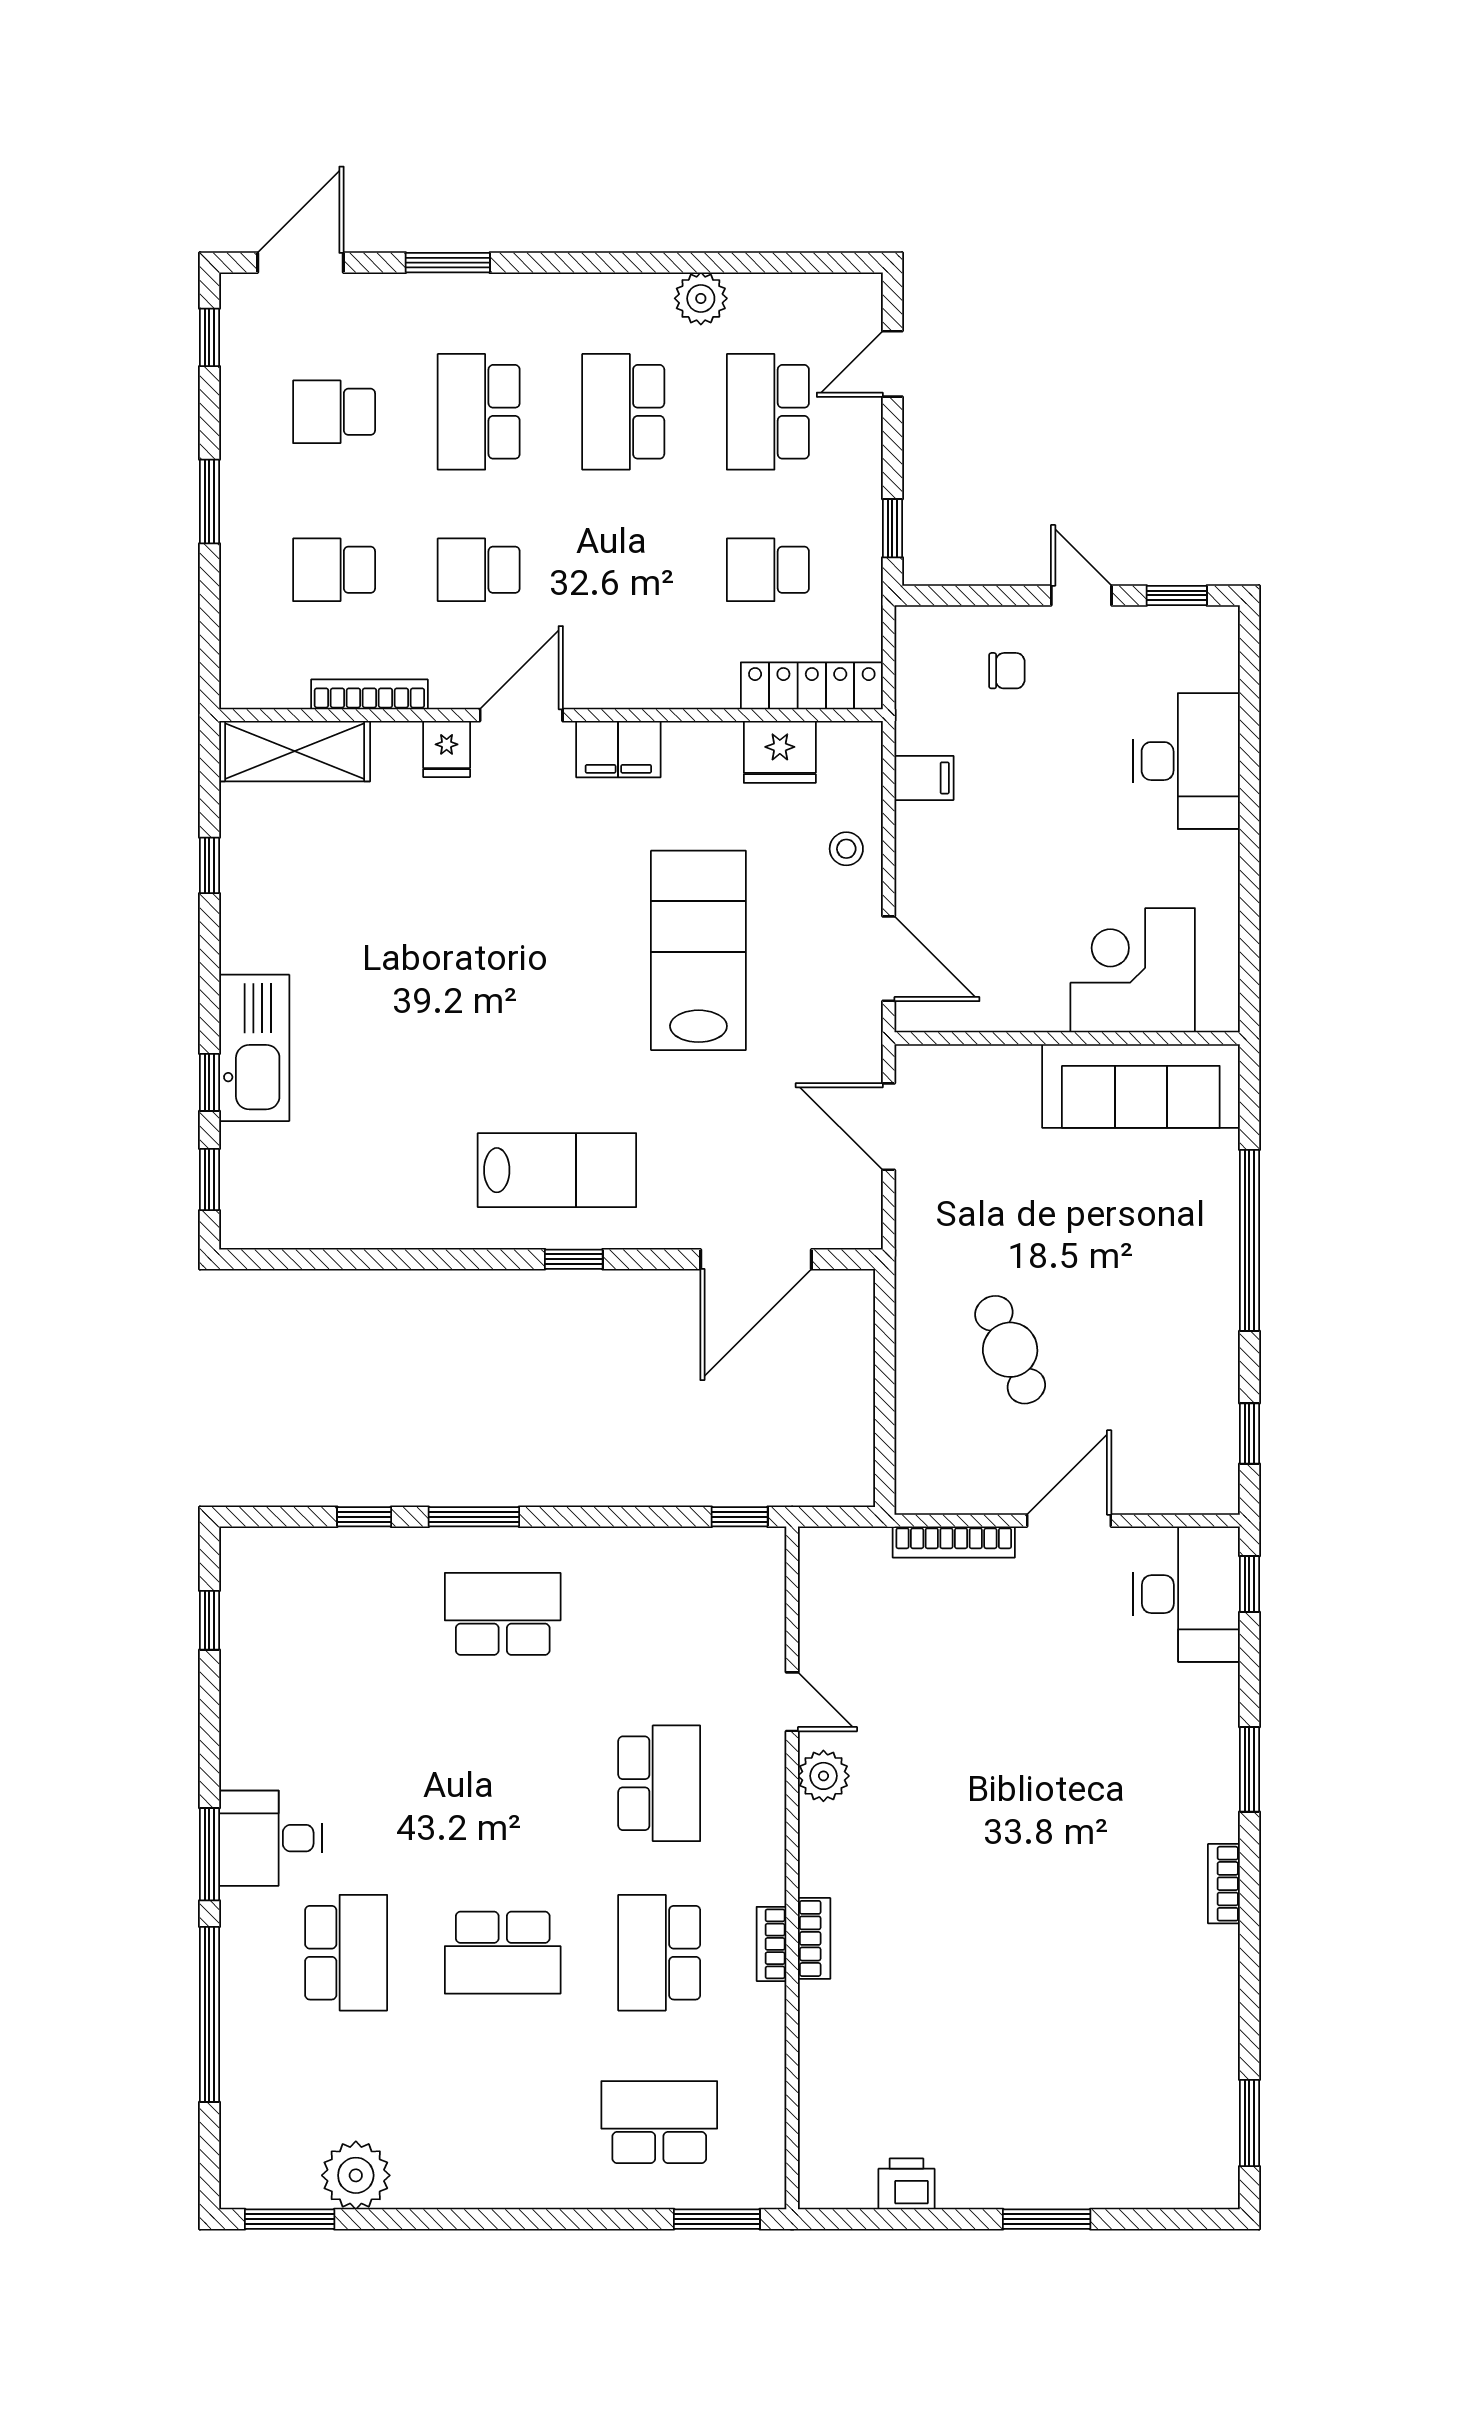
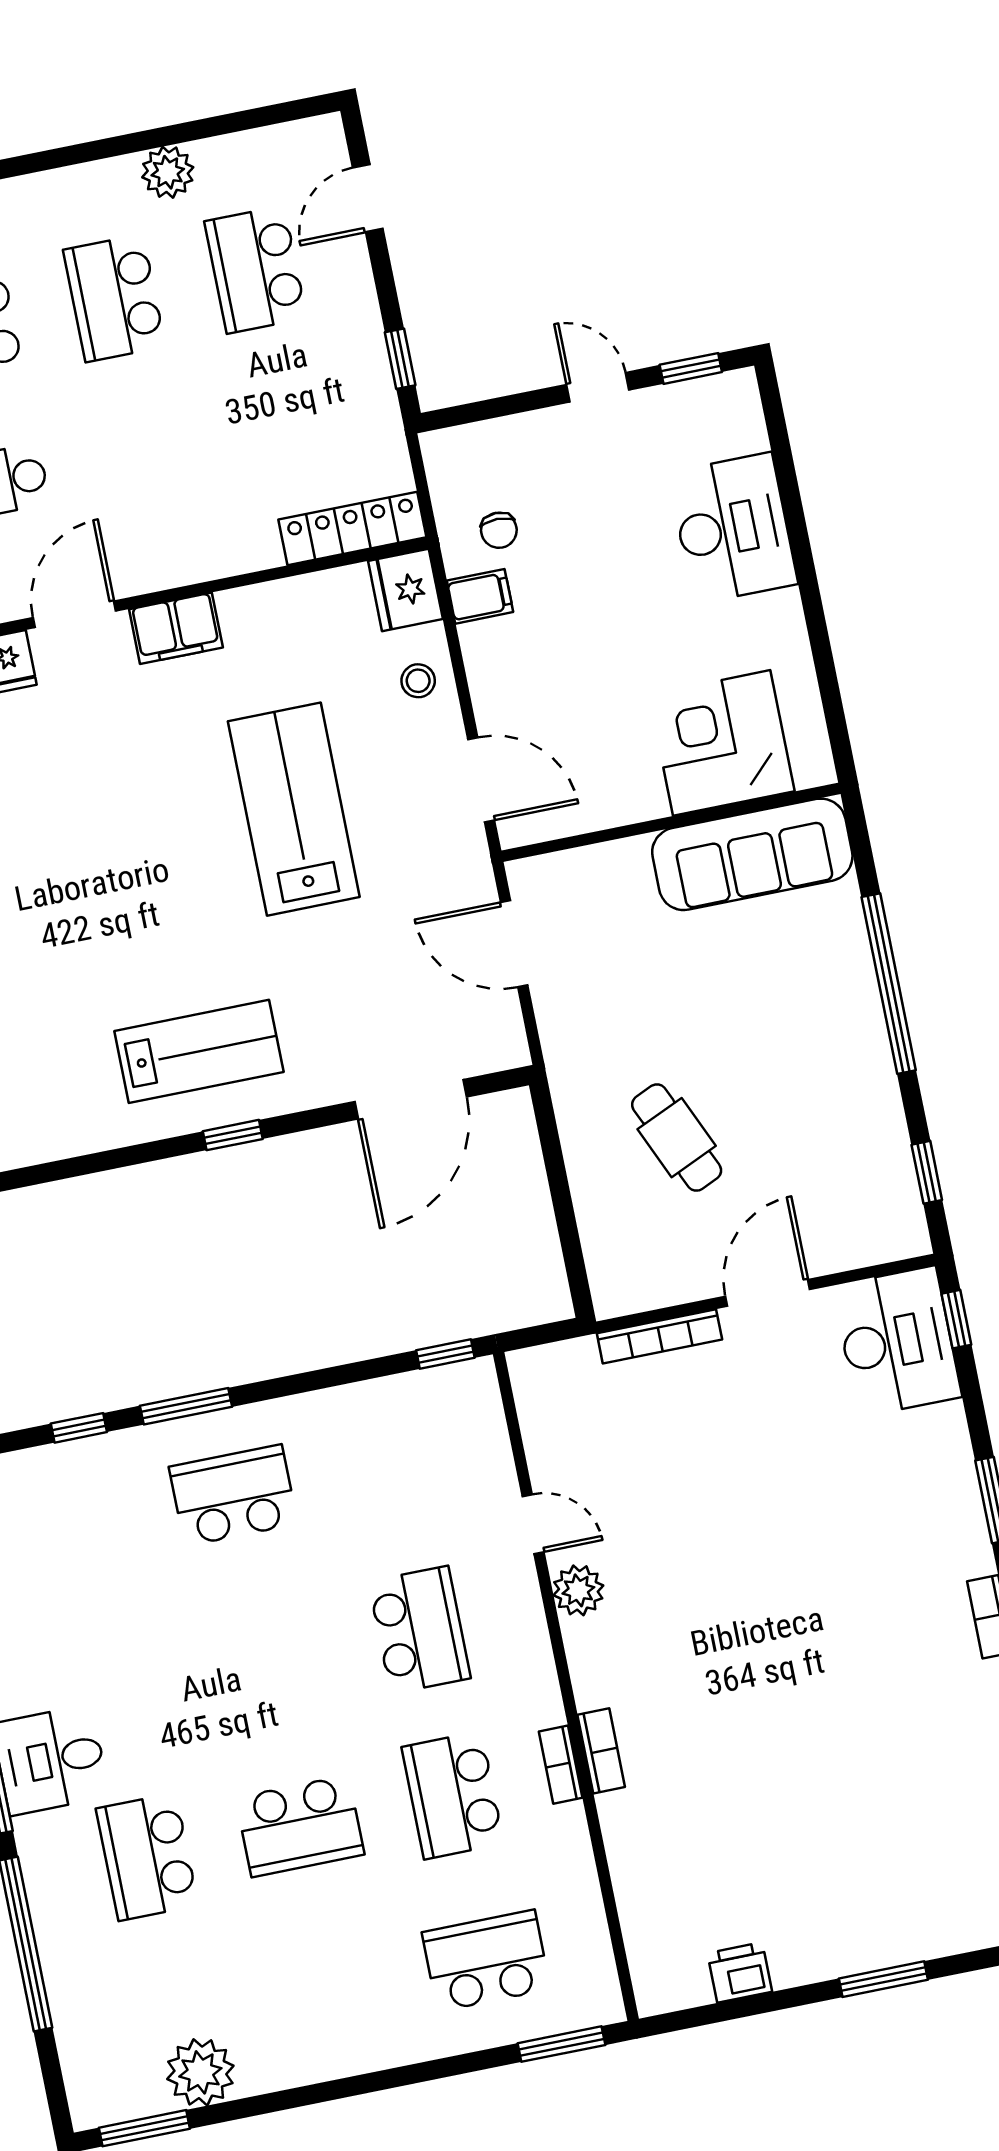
school desk: (768, 570) -> (287, 424), removed
chair: (1007, 671) -> (499, 530), moved, turned 90
fridge: (780, 752) -> (405, 590), moved, turned 90
school desk: (346, 1953) -> (147, 1857), turned 180

